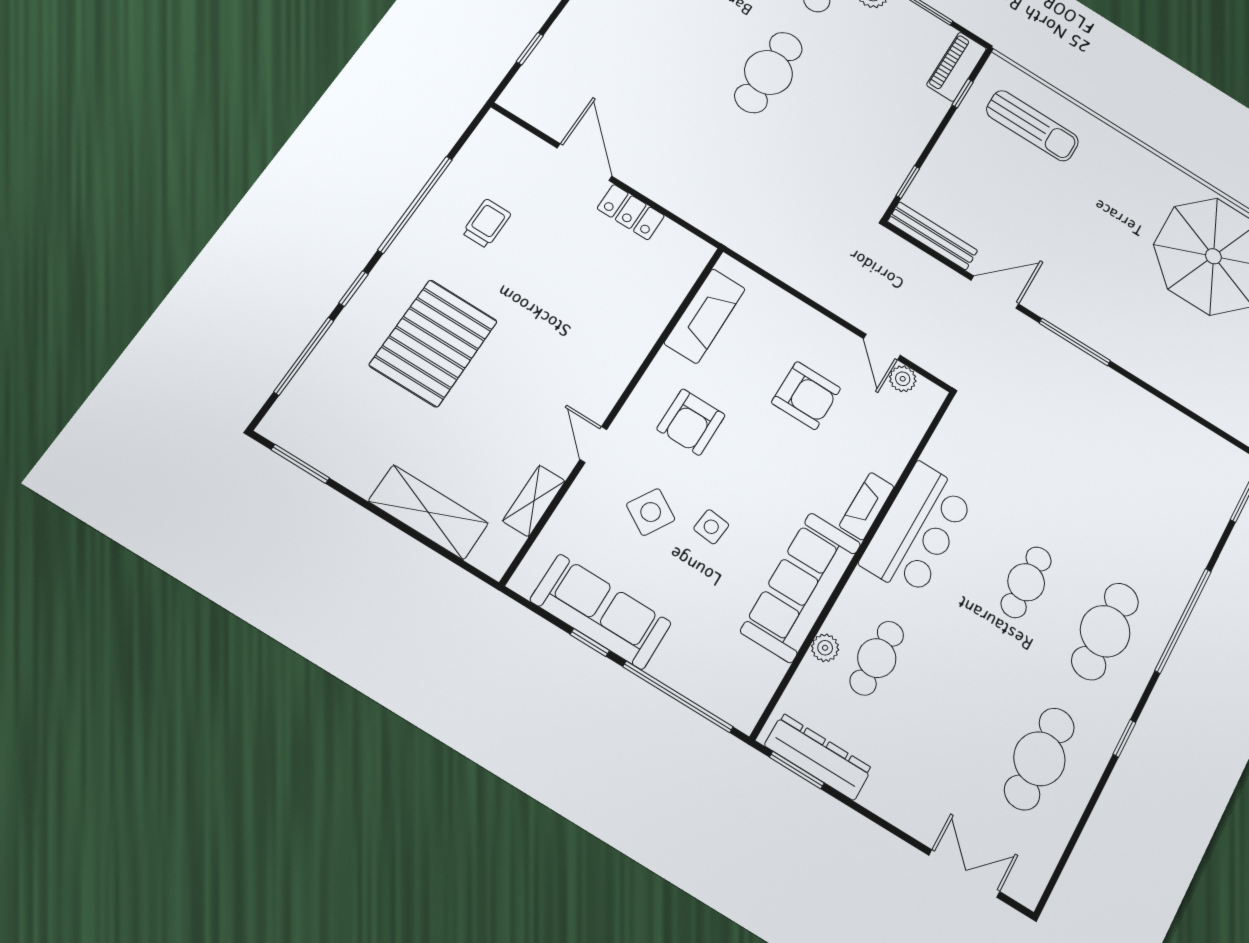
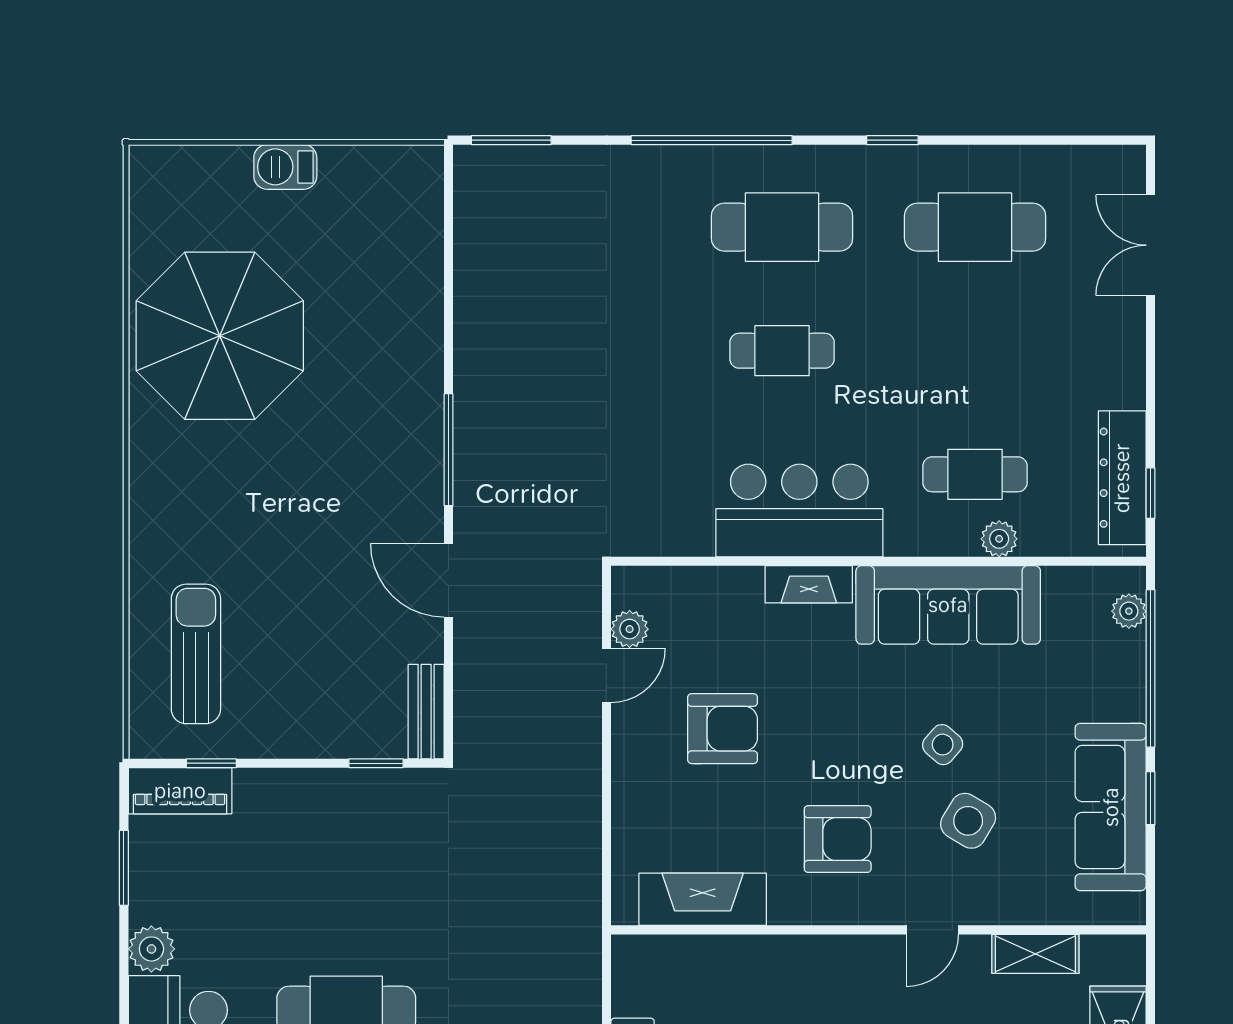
bench: (933, 236) -> (426, 712), width x0.73
armchair: (806, 396) -> (723, 729), turned 90
side table: (711, 527) -> (943, 745), turned 35
plant: (726, 706) -> (1129, 611), added
window: (797, 770) -> (1151, 493), width x0.67

